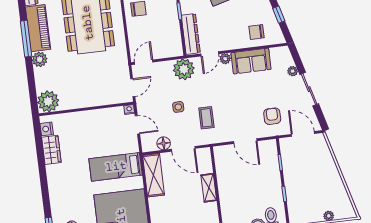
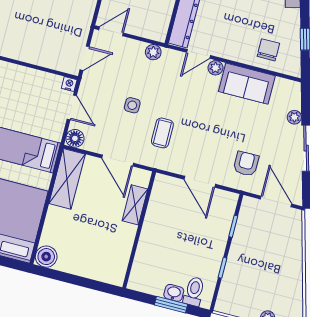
chair: (256, 32) -> (268, 50), turned 90
plant: (184, 69) -> (153, 52), width x0.53, depth x0.53
floor lamp: (164, 143) -> (75, 138), moved
shelving: (209, 188) -> (135, 205), moved

